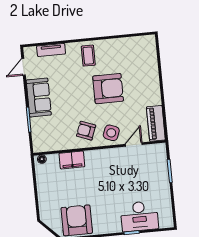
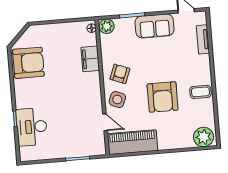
plant: (147, 48) -> (204, 137), added
coffee table: (88, 56) -> (200, 92), moved
piano: (156, 123) -> (133, 142), width x1.37, depth x1.33
plant: (40, 144) -> (107, 26), added

